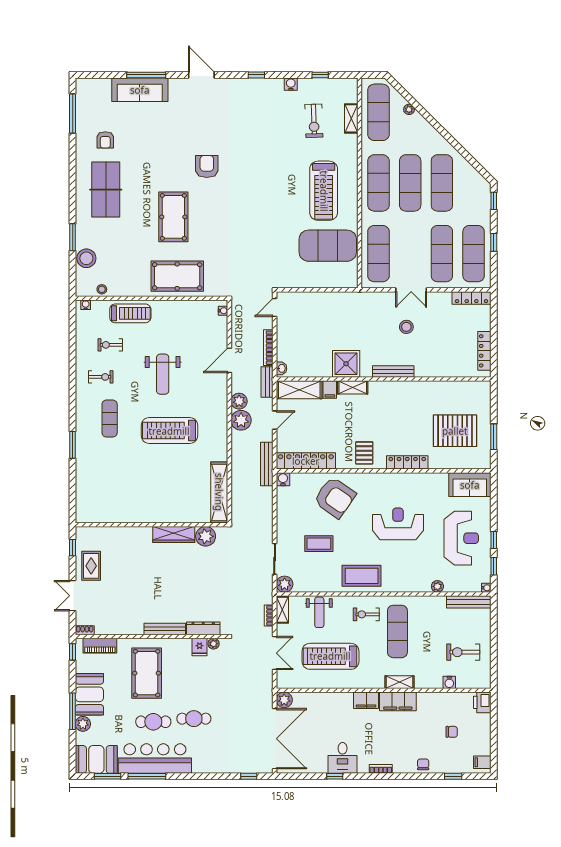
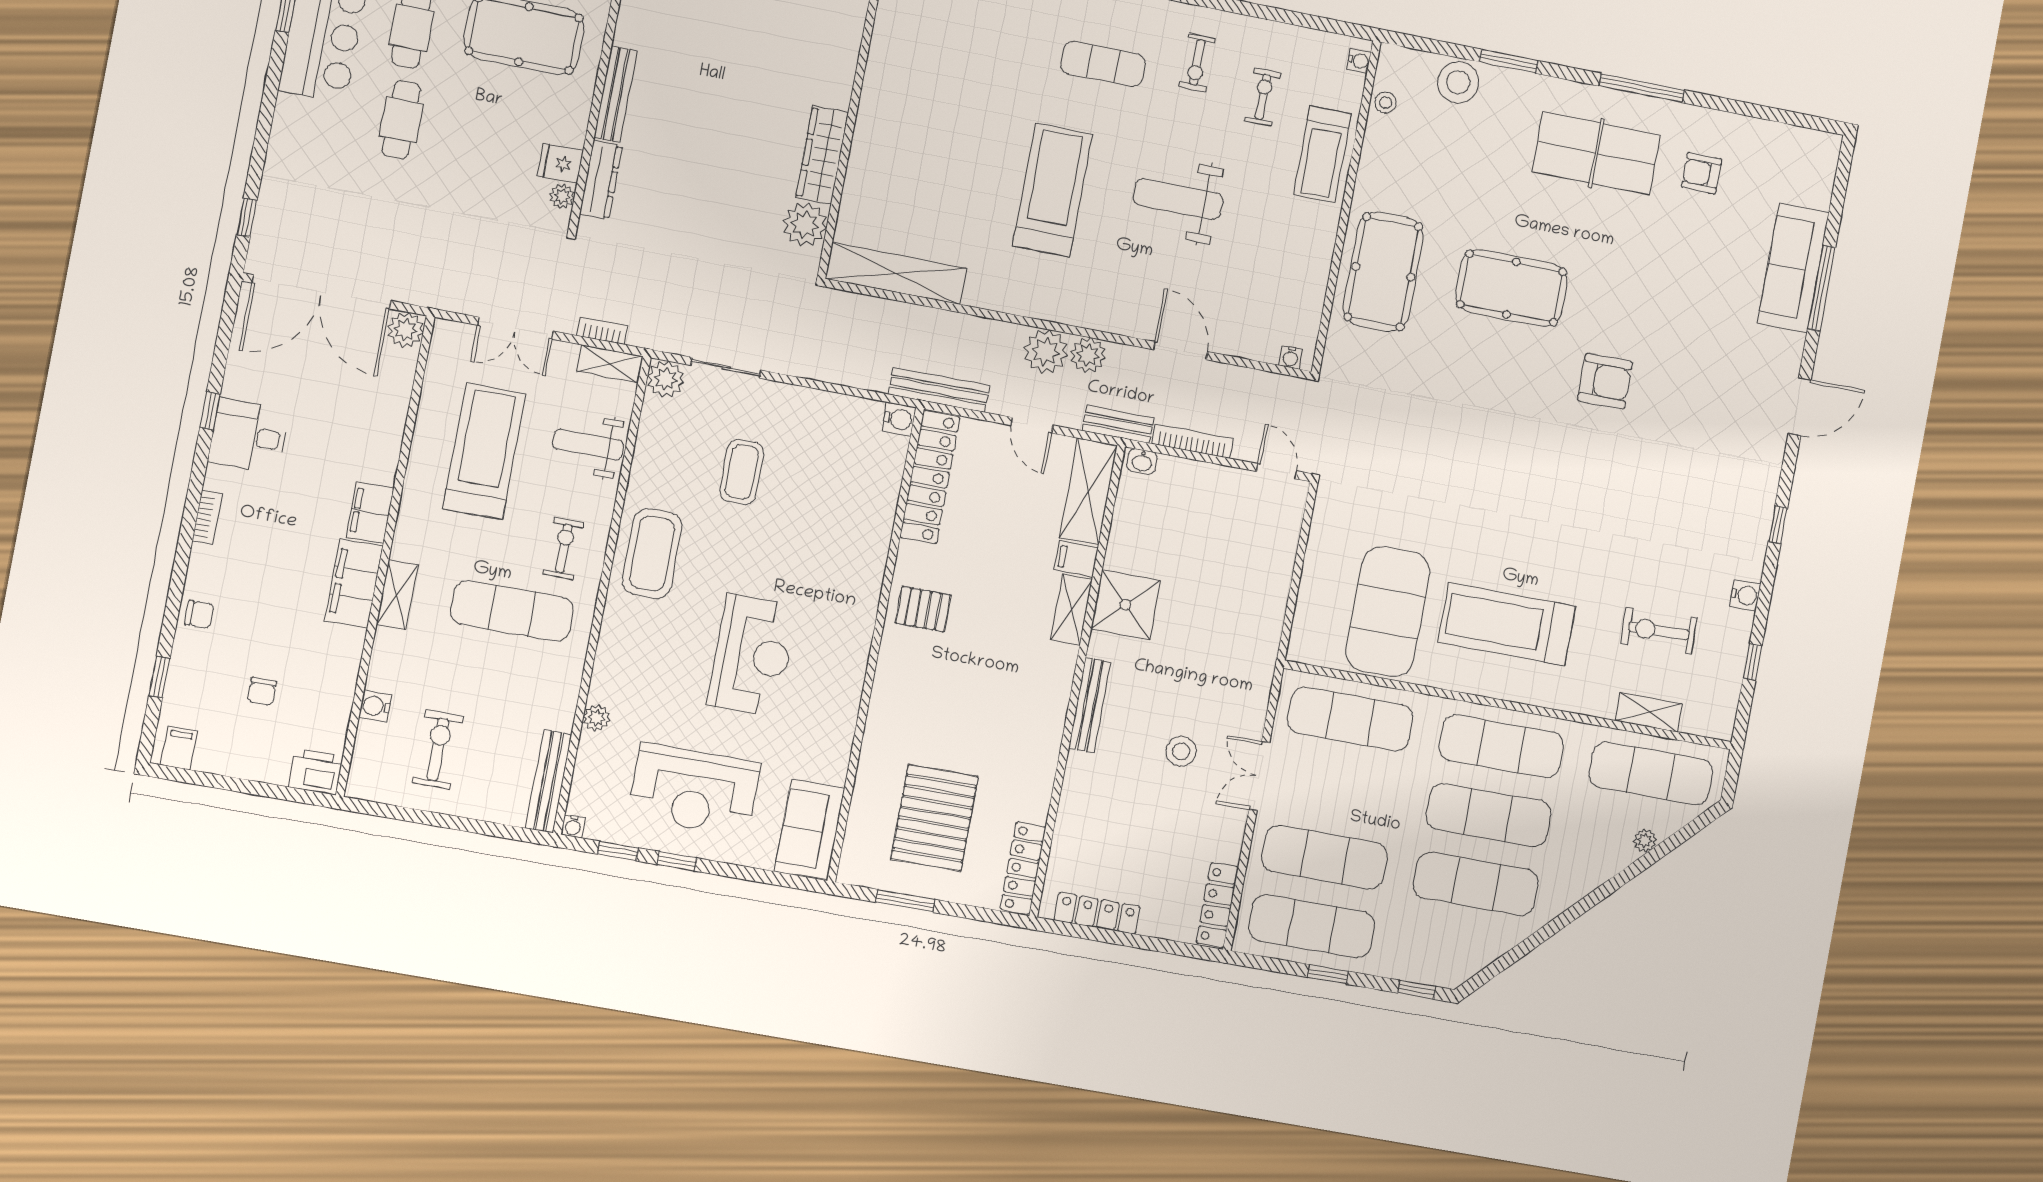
window: (73, 114) -> (1642, 88), moved
locker: (407, 462) -> (1023, 868), moved, turned 180
armchair: (335, 497) -> (837, 526), removed

